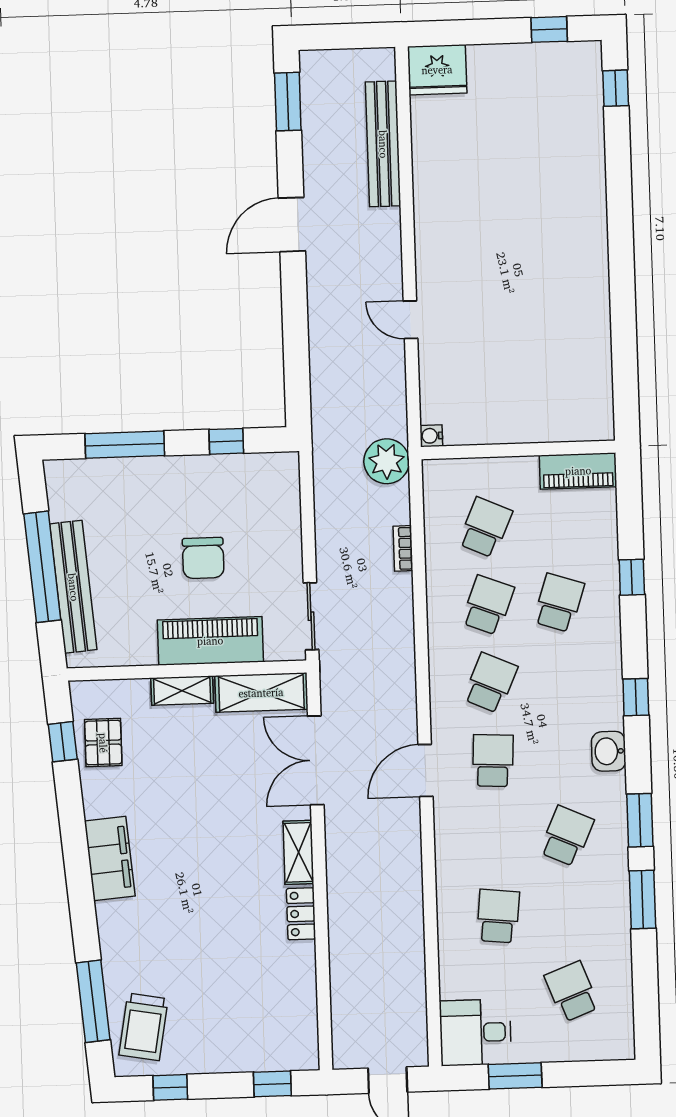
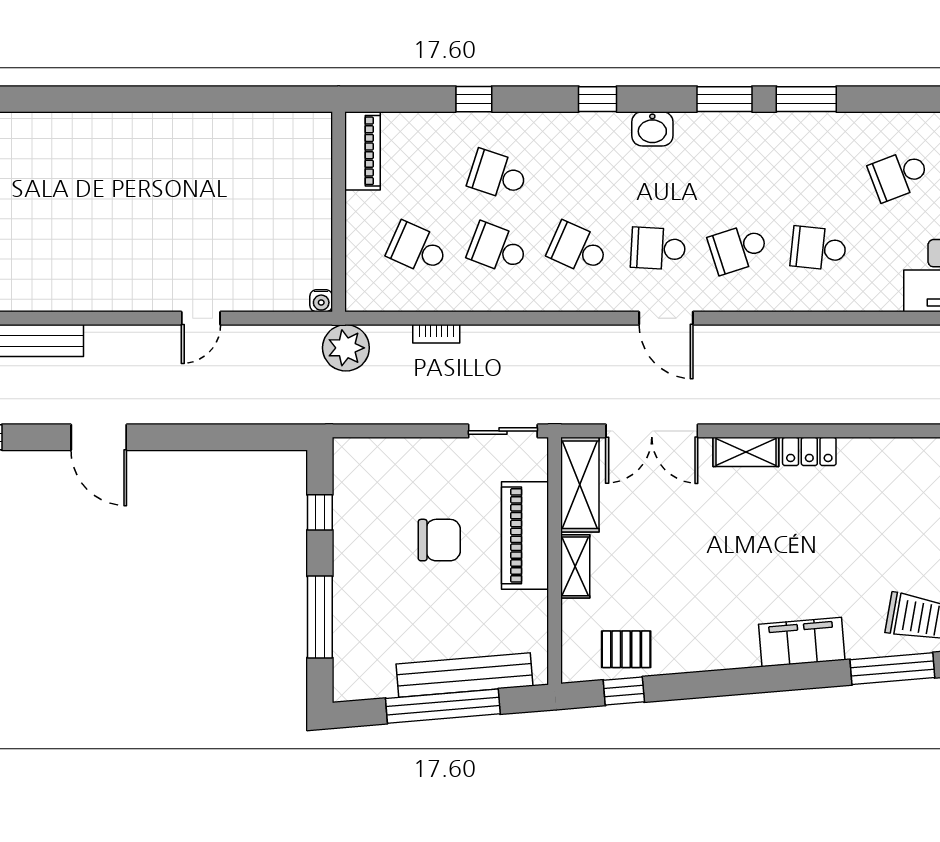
school desk: (567, 836) -> (738, 248), moved, turned -42
filing cabinet: (110, 859) -> (802, 642), moved

